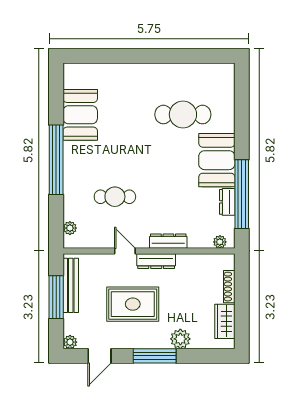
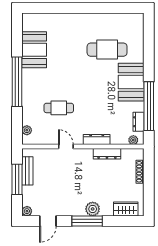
dresser: (227, 202) -> (138, 122), moved
dresser: (156, 261) -> (107, 154), moved
bench: (71, 285) -> (27, 171), width x0.73
rug: (133, 304) -> (71, 184), removed
wardrobe: (225, 321) -> (126, 209), moved, turned 90
plant: (180, 339) -> (93, 209), moved

